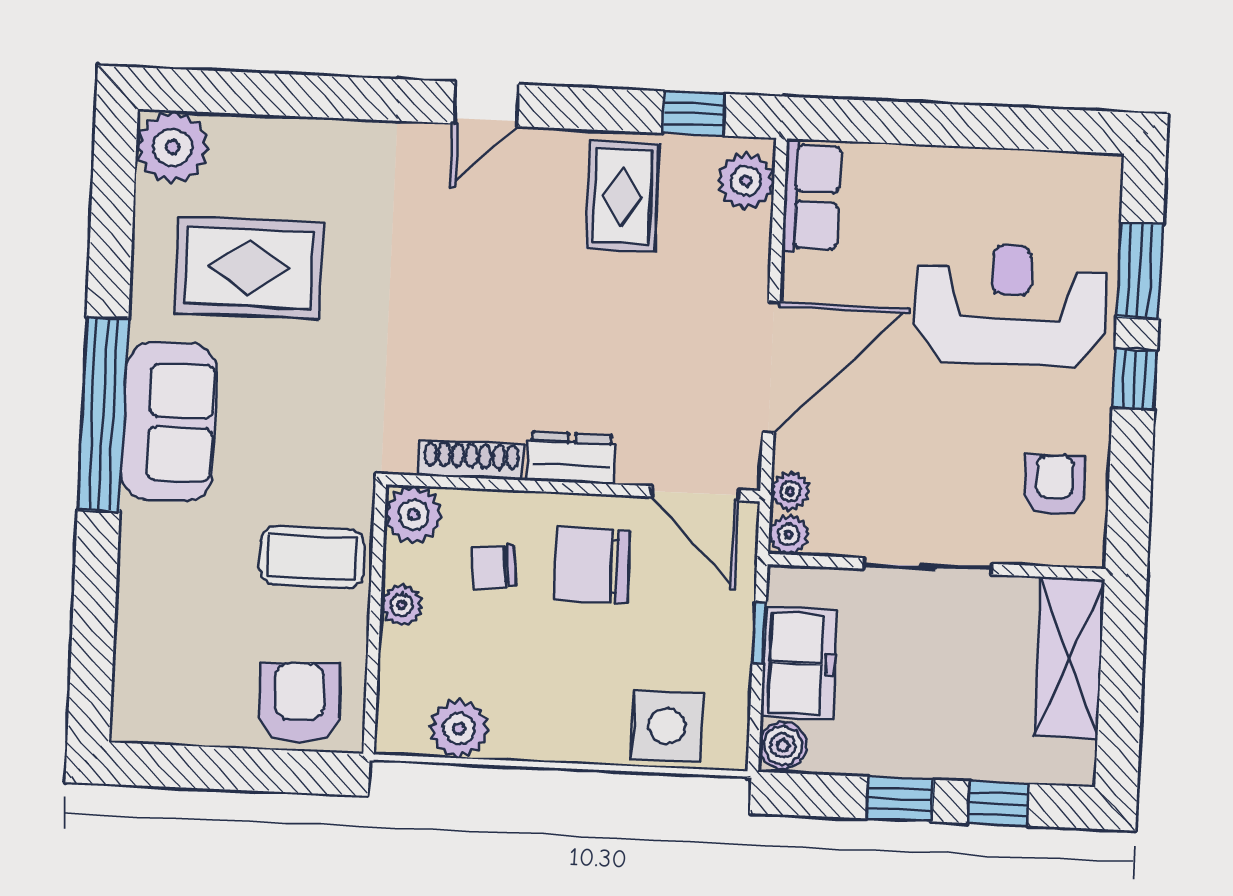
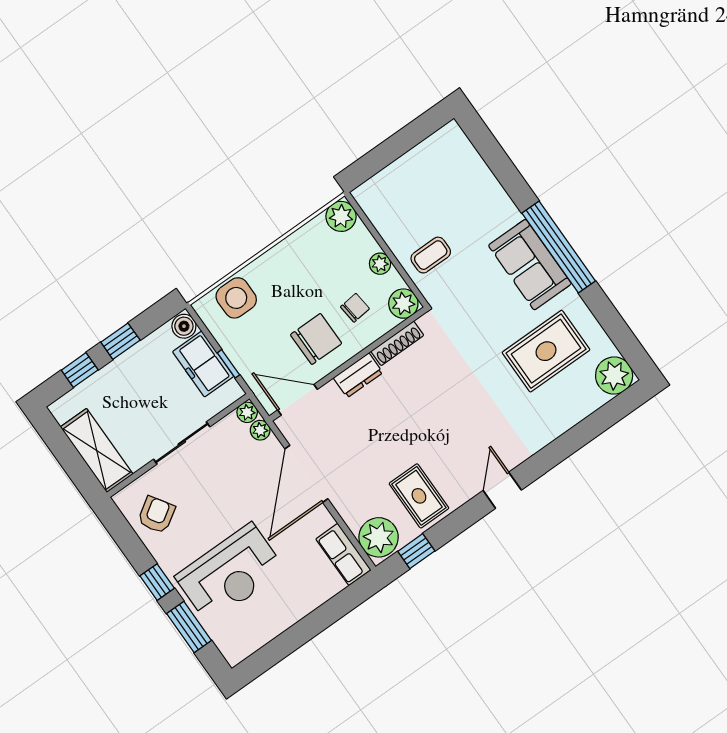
plant: (746, 181) -> (379, 537), width x1.36, depth x1.36
armchair: (1054, 485) -> (156, 515), turned -123
coffee table: (312, 557) -> (431, 255), width x0.73, depth x0.77
armchair: (300, 703) -> (390, 193), removed
plant: (459, 728) -> (341, 216), moved

